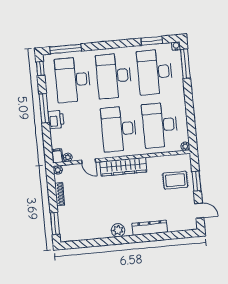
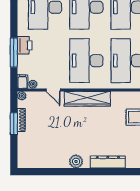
window: (44, 108) -> (14, 52), moved
window: (55, 224) -> (14, 124), moved

